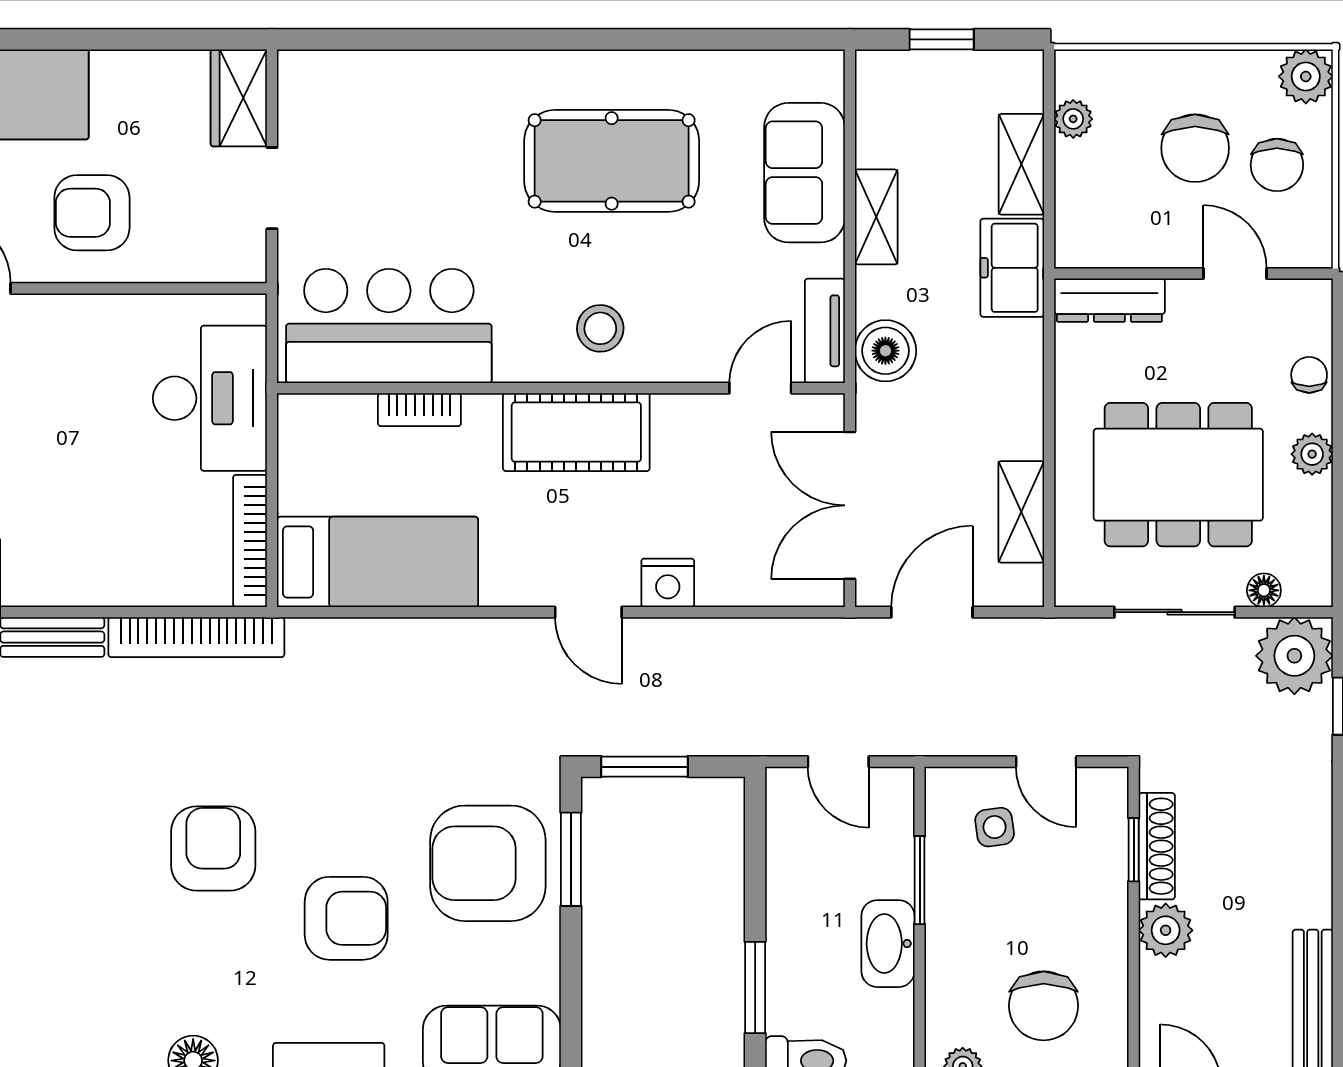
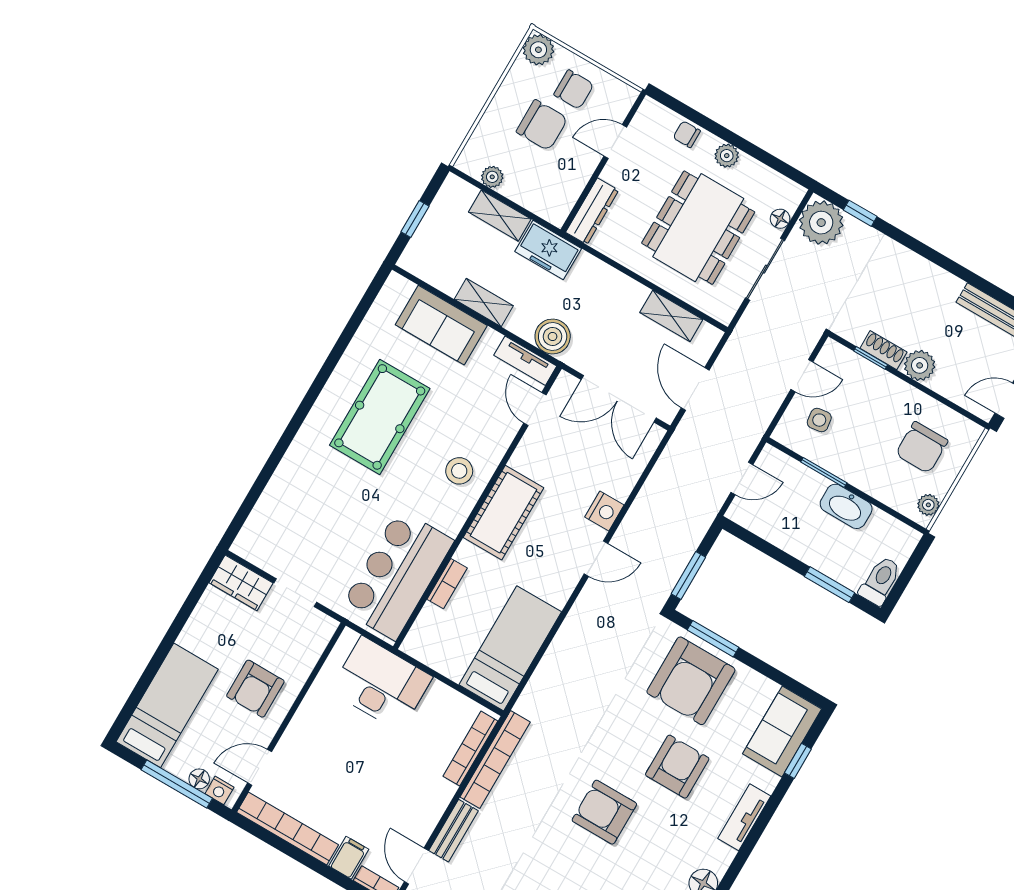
bookcase: (250, 541) -> (470, 749), moved, turned 90
shoe rack: (1157, 846) -> (883, 350), width x0.70
chair: (1044, 1006) -> (922, 447), turned 90

